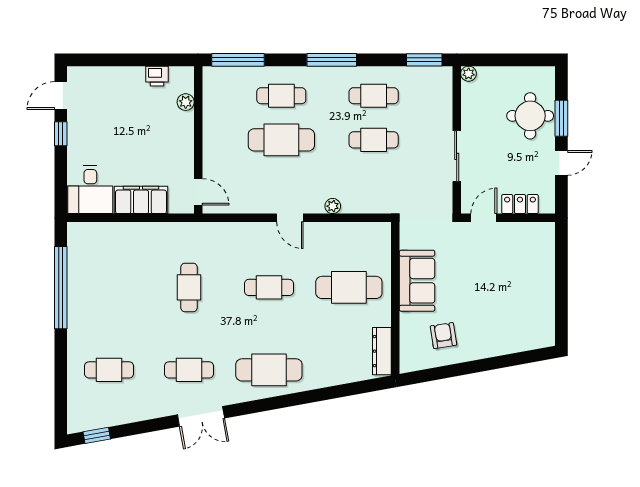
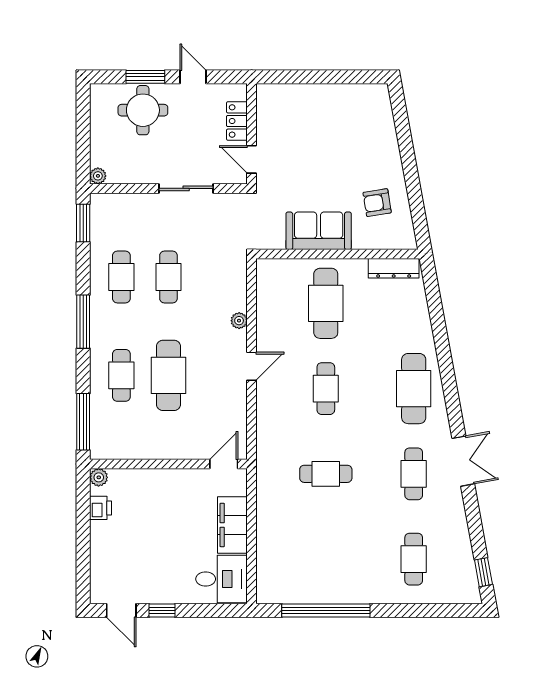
plant: (186, 102) -> (99, 477), moved

